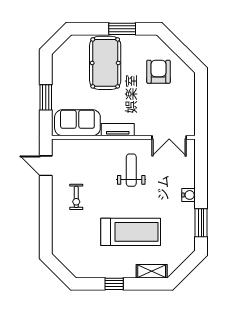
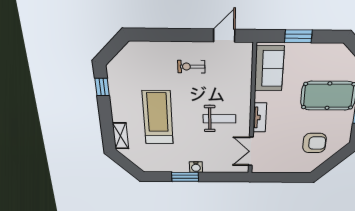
tv unit: (118, 130) -> (260, 118), moved
window: (201, 223) -> (185, 177), moved
treadmill: (131, 232) -> (158, 118), turned 180
window: (114, 284) -> (102, 87), moved

